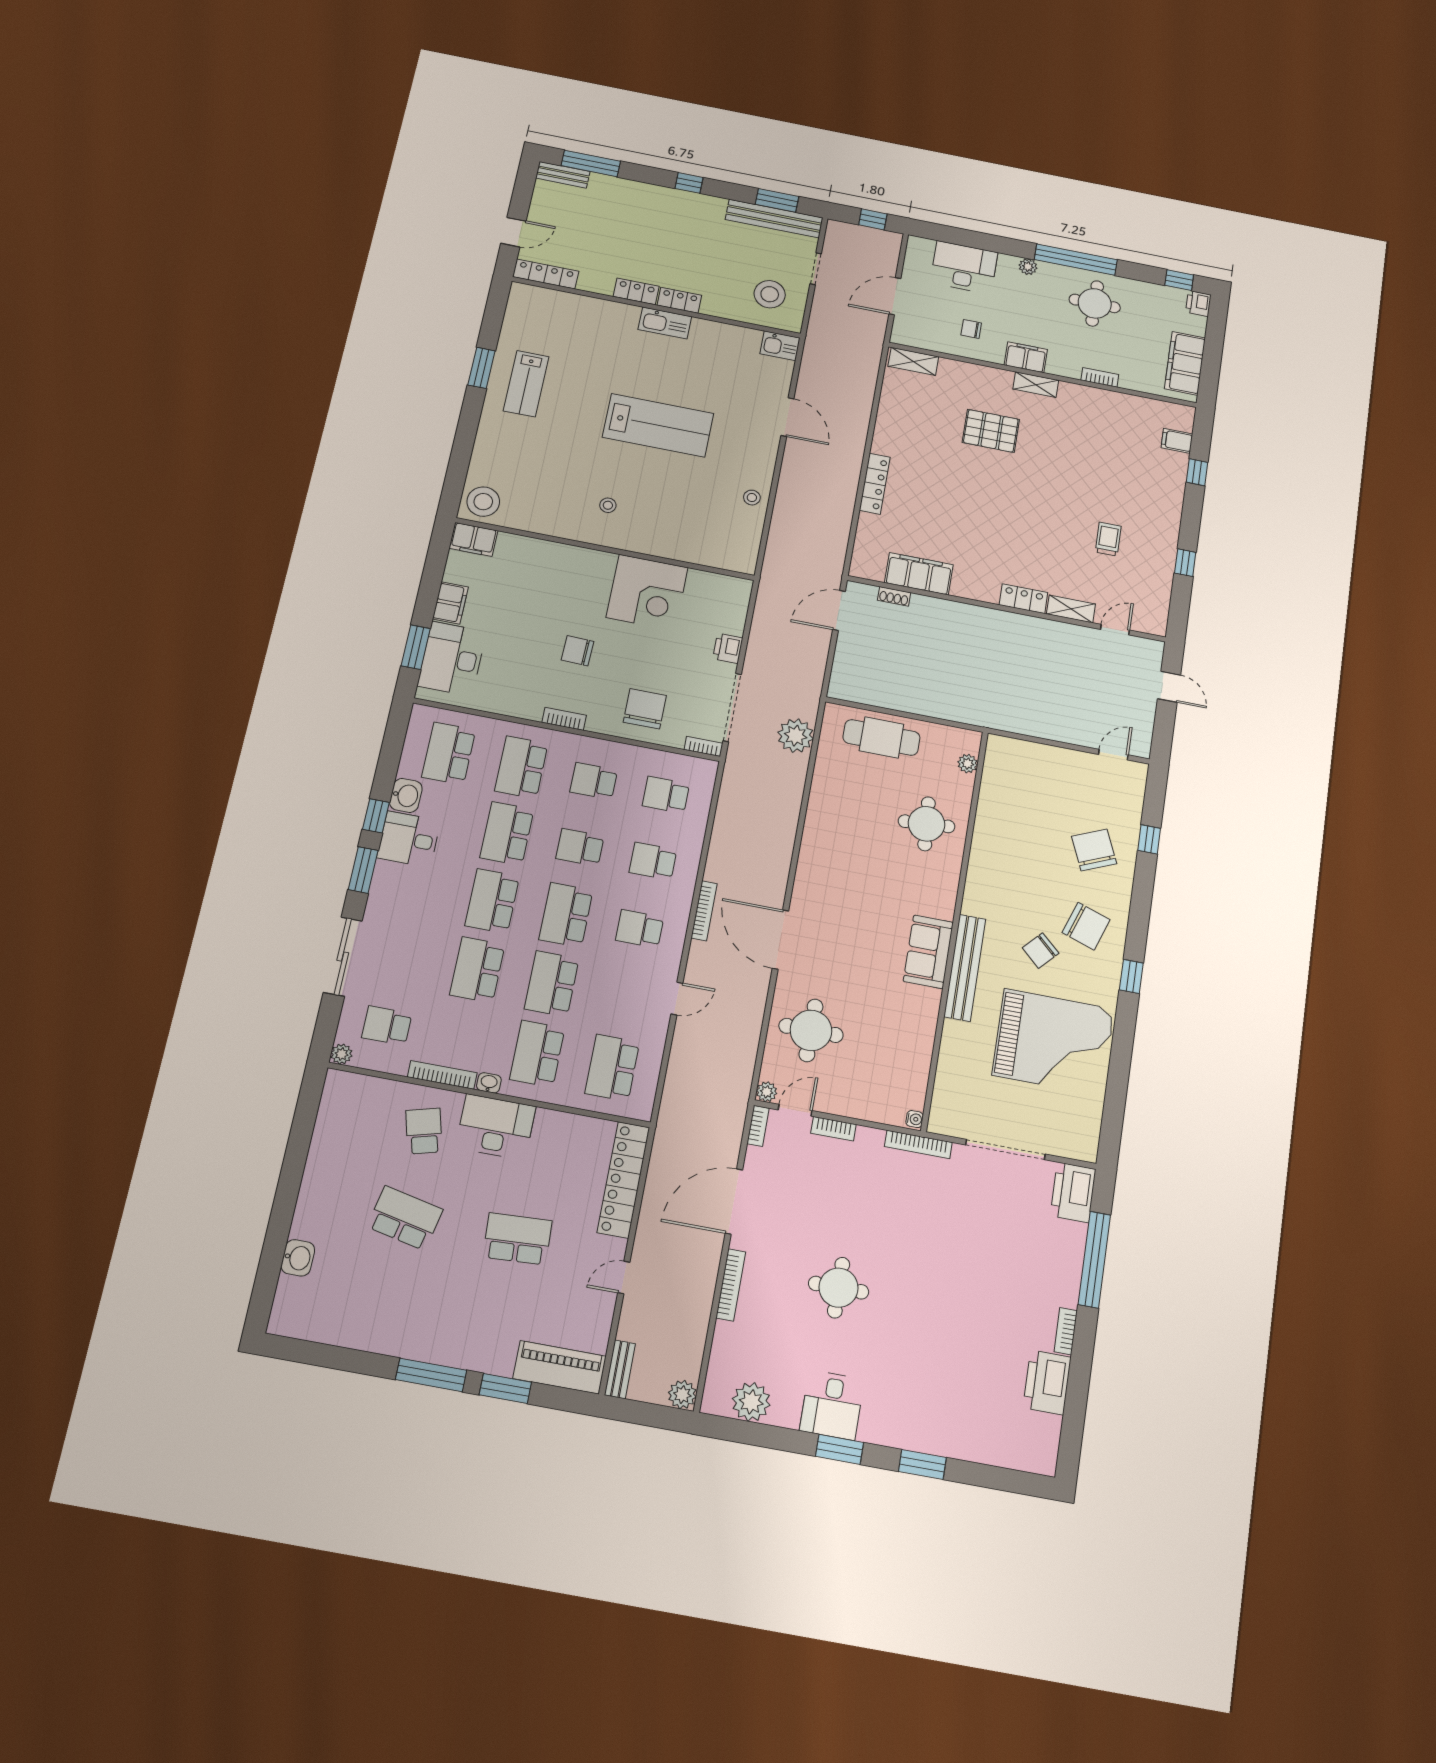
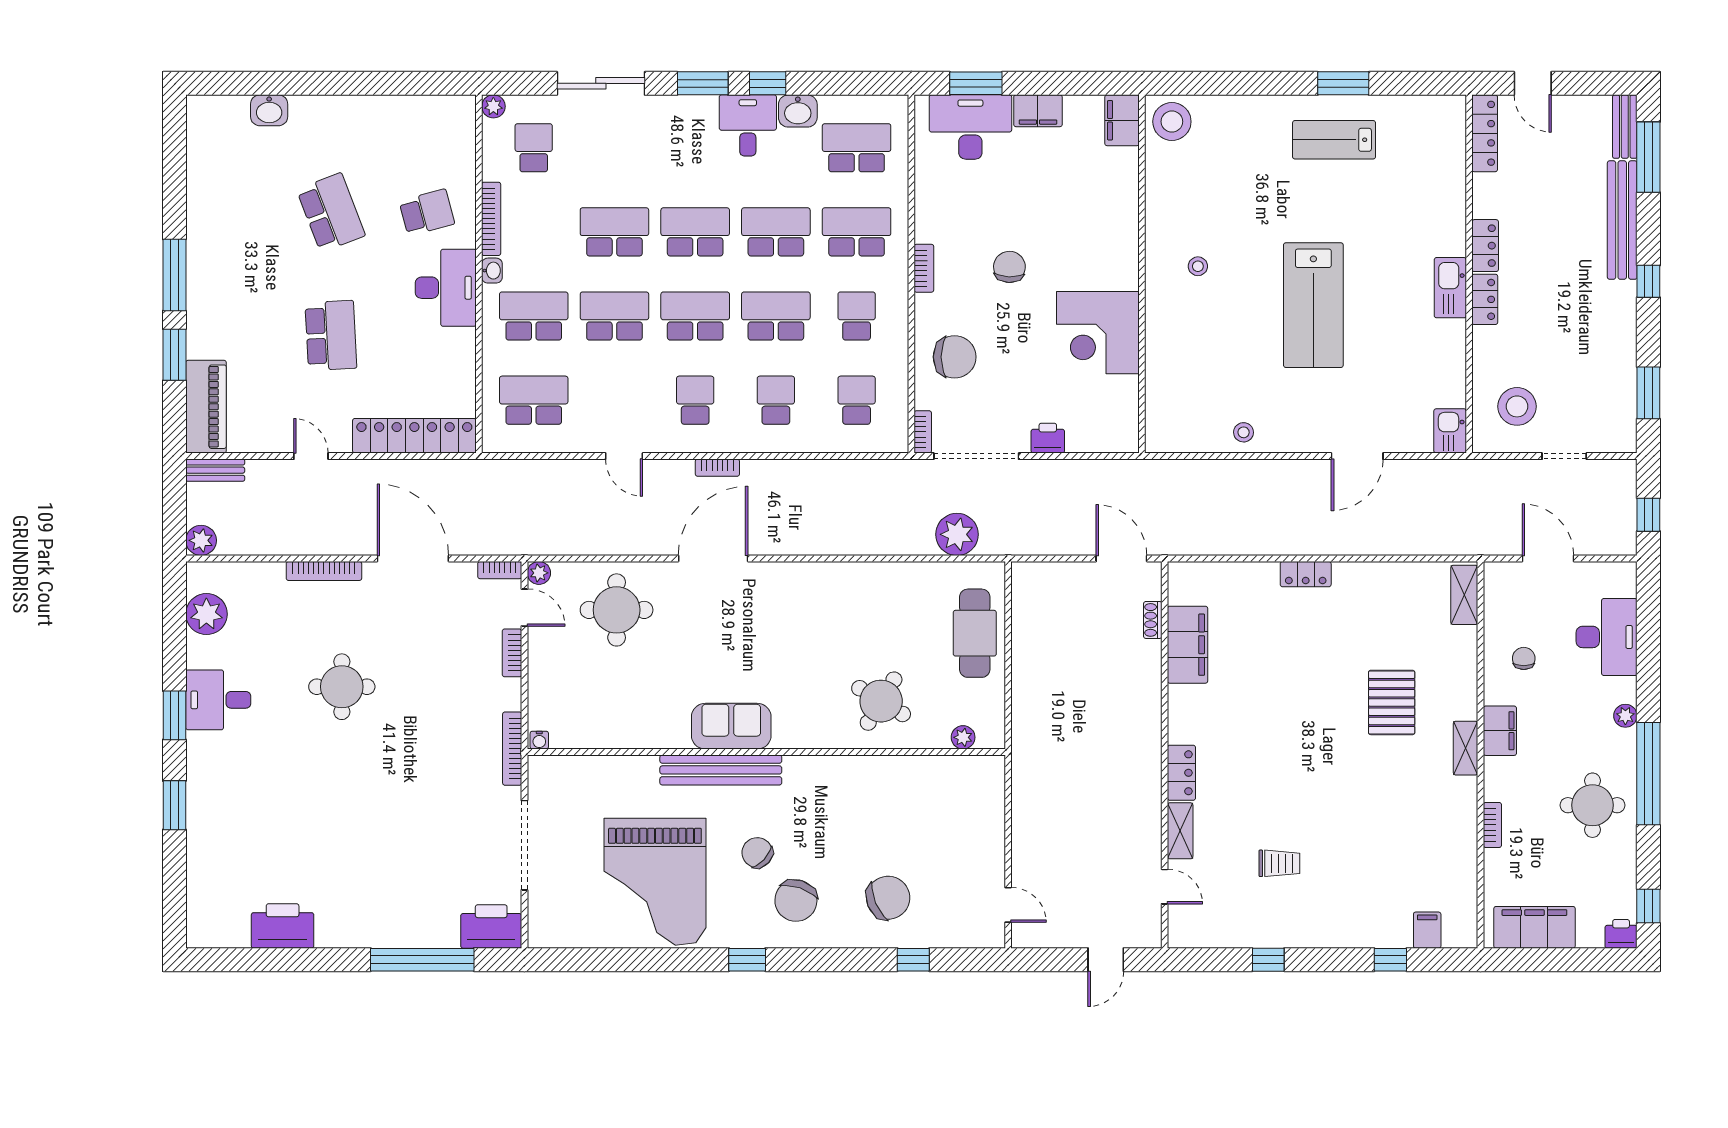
bench: (774, 219) -> (1622, 220), moved
locker: (875, 484) -> (1306, 574), width x0.66
round table: (927, 824) -> (881, 701), turned 35
school desk: (580, 847) -> (776, 316), width x1.85
bookcase: (704, 911) -> (717, 468), width x0.64
school desk: (405, 1218) -> (331, 212), turned -33
bookcase: (1066, 1331) -> (340, 939), removed

